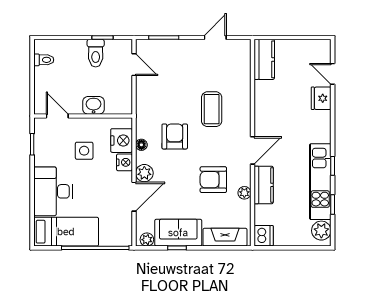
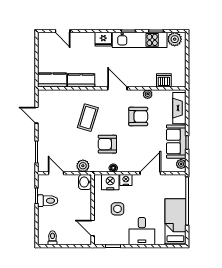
door: (134, 65) -> (56, 173), hinge flipped
door: (333, 74) -> (63, 31), hinge flipped
fridge: (321, 98) -> (103, 39), moved
washbasin: (94, 105) -> (85, 182), moved
coffee table: (212, 109) -> (88, 118), turned -73
door: (57, 116) -> (93, 228), hinge flipped
plant: (144, 173) -> (83, 166), moved
armchair: (213, 180) -> (138, 116), turned -90
kitchen counter: (264, 185) -> (81, 80), moved
desk: (53, 191) -> (142, 231), width x0.73
door: (134, 197) -> (150, 173), hinge flipped
dishwasher: (264, 236) -> (164, 80), moved

